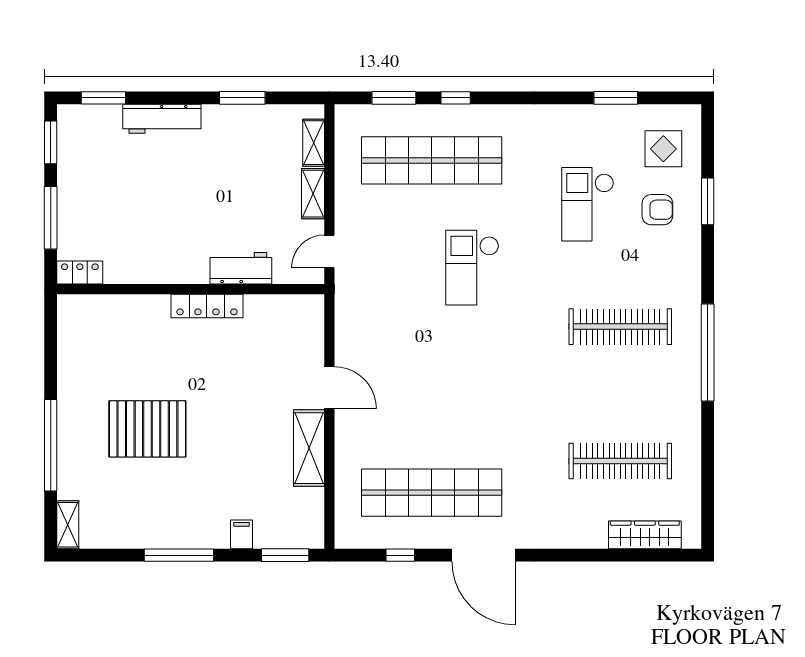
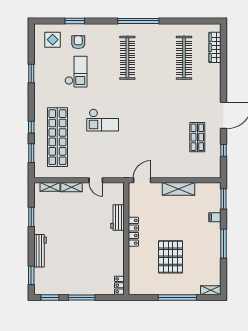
window: (616, 98) -> (31, 73), moved
checkout: (588, 204) -> (76, 72), turned -90
workbench: (241, 268) -> (118, 217), moved
locker: (80, 273) -> (119, 285), moved
wall: (191, 289) -> (126, 239), moved
locker: (207, 306) -> (133, 232), moved
door: (329, 388) -> (142, 180), moved
shop shelf: (432, 493) -> (197, 137), width x0.50, depth x0.74

